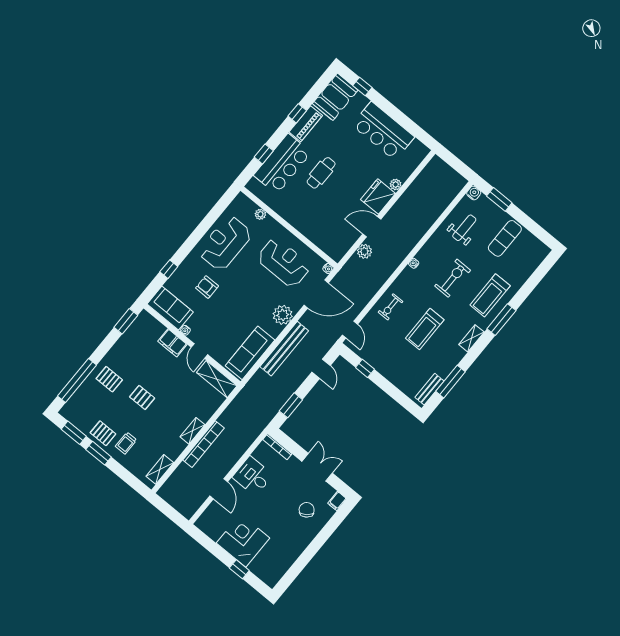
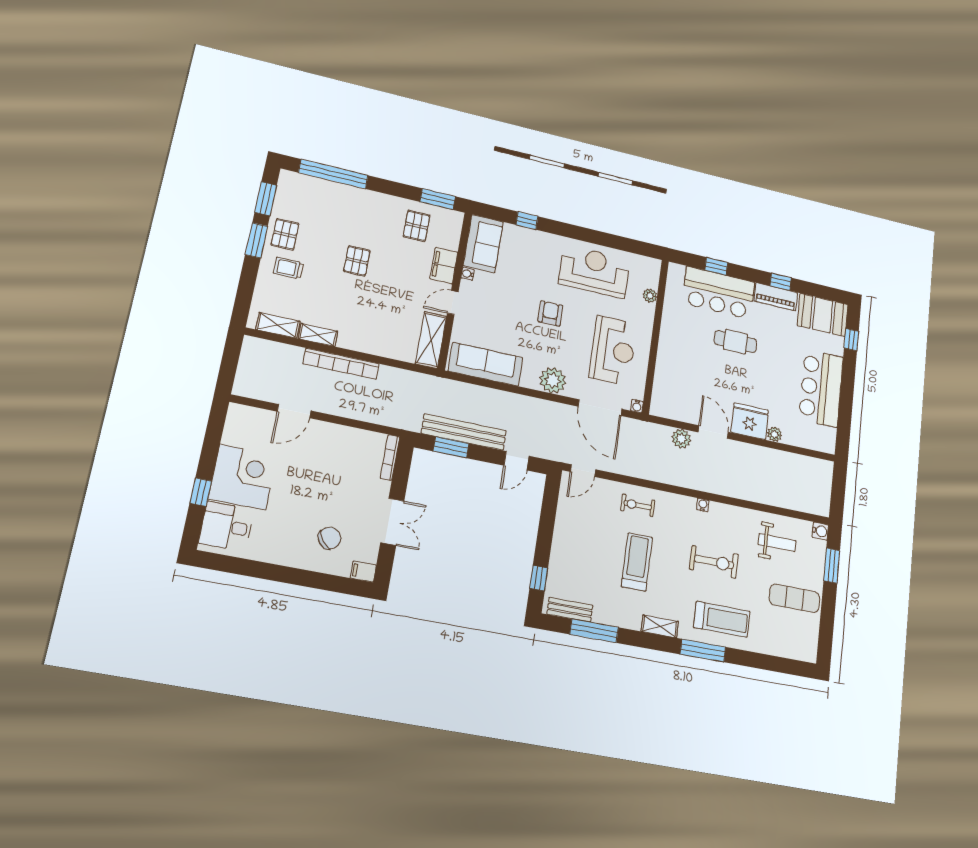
armchair: (207, 287) -> (550, 313), moved
treadmill: (490, 295) -> (722, 619), turned 180
treadmill: (425, 329) -> (637, 562), turned 90
bench: (284, 349) -> (464, 432), moved
window: (365, 368) -> (539, 578), moved
pallet: (109, 379) -> (417, 226), moved
shelving: (193, 431) -> (318, 335), moved
desk: (253, 476) -> (227, 526), moved, turned -90

